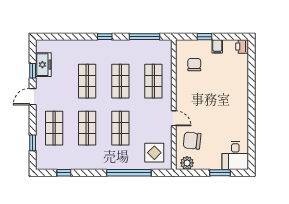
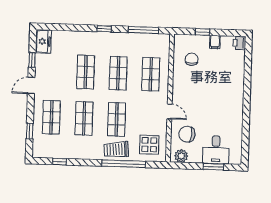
freezer: (43, 65) -> (43, 41), moved
desk: (235, 156) -> (216, 150), moved
trolley: (121, 159) -> (116, 149), added

